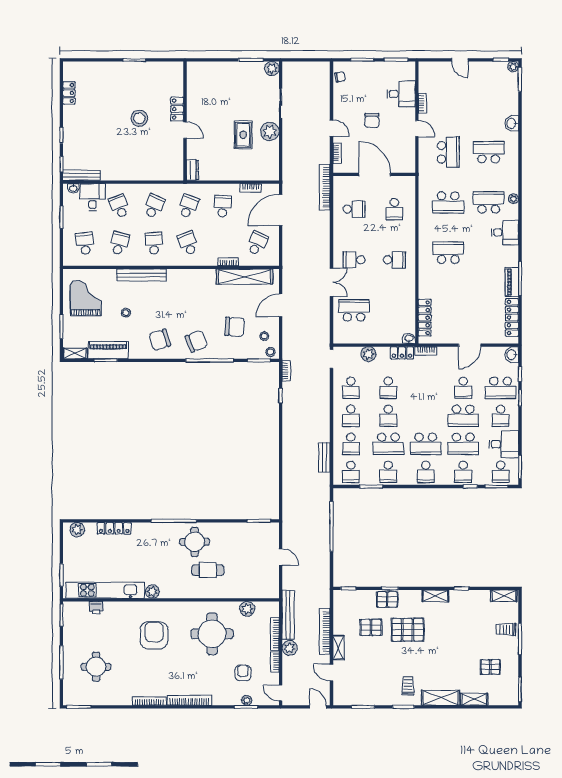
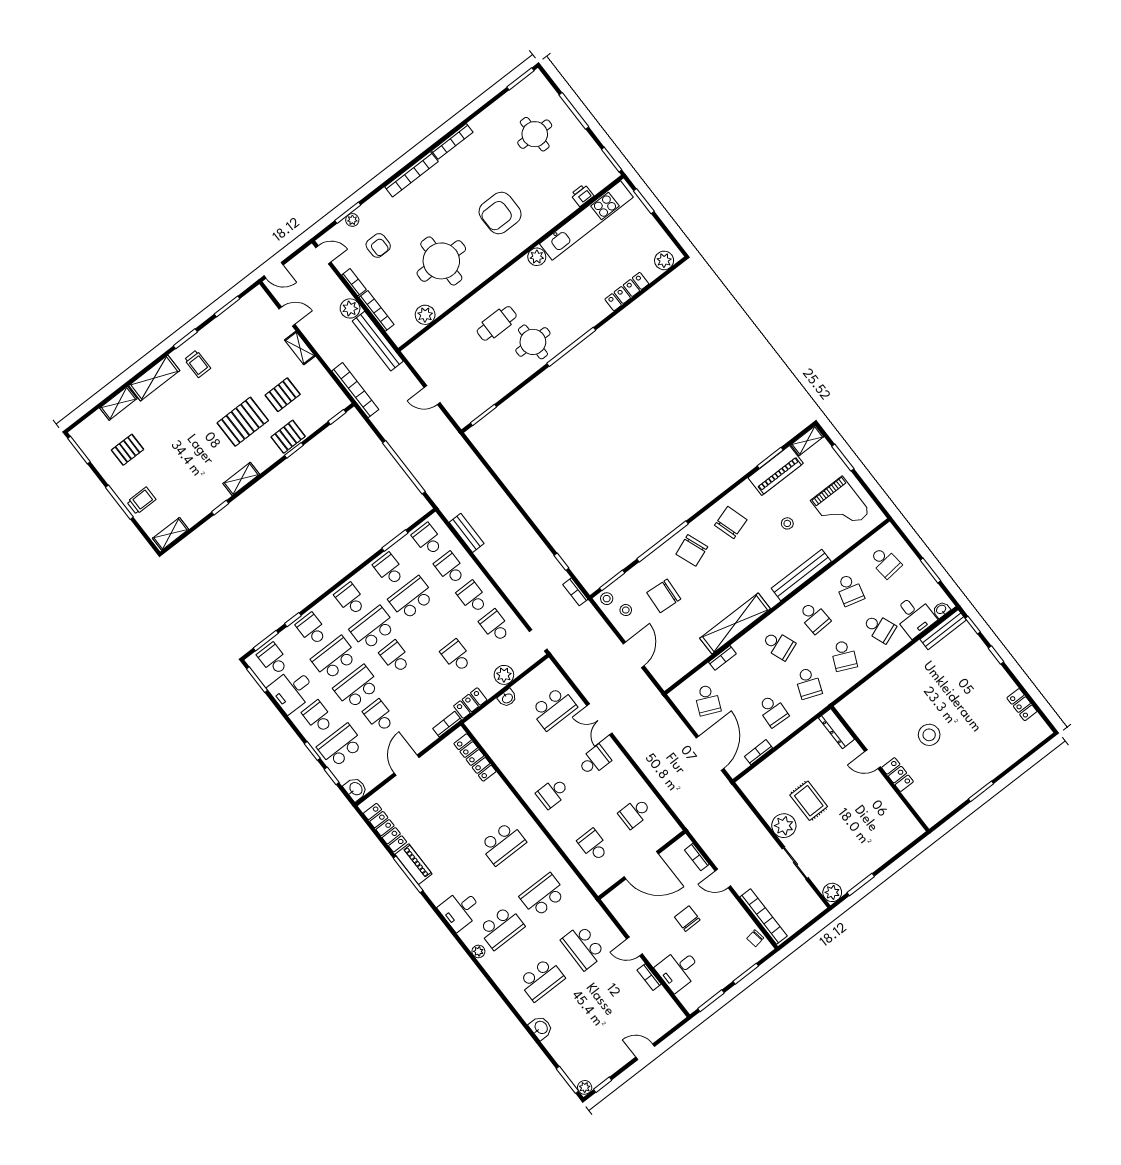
dresser: (192, 170) -> (837, 729), width x1.44
bookcase: (325, 187) -> (764, 916), moved
shelving: (244, 277) -> (735, 624), moved
washbasin: (409, 338) -> (507, 698), moved
school desk: (388, 416) -> (395, 657), moved
bookcase: (325, 632) -> (355, 390), moved
armchair: (154, 635) -> (500, 213), turned 90

